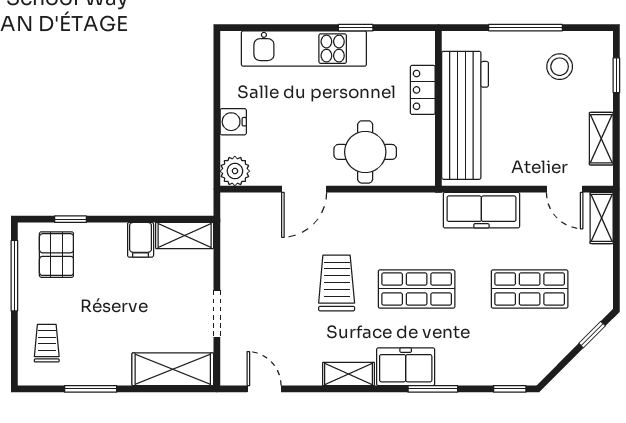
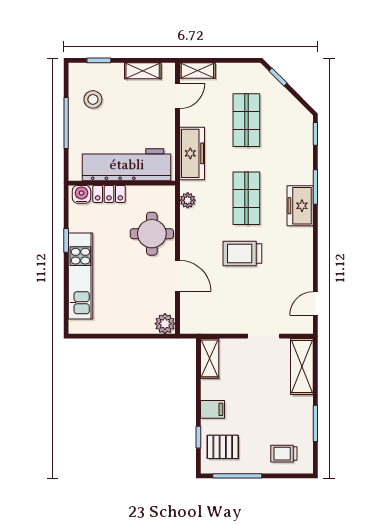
water cooler: (233, 122) -> (81, 194), moved, turned 180
plant: (414, 204) -> (188, 200), added
filing cabinet: (141, 240) -> (212, 409), moved
shelving: (349, 374) -> (305, 245), removed

